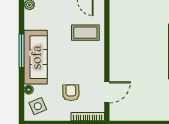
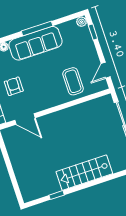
armchair: (71, 93) -> (14, 86), turned -89

